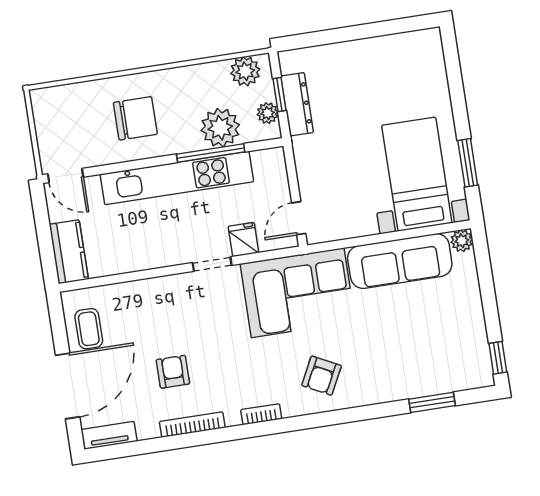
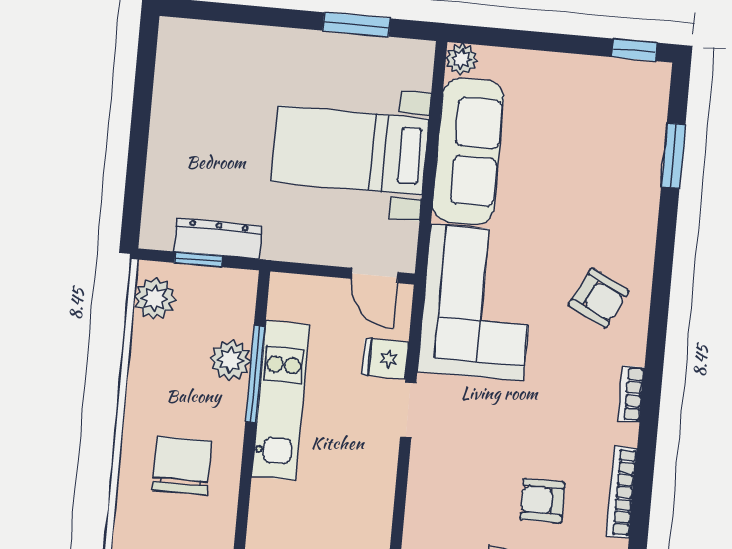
plant: (268, 113) -> (220, 282), removed
plant: (220, 128) -> (230, 360), width x0.73, depth x0.73
bed with nightstands: (417, 174) -> (350, 150), moved
kitchen unit: (177, 178) -> (280, 401), width x0.73

